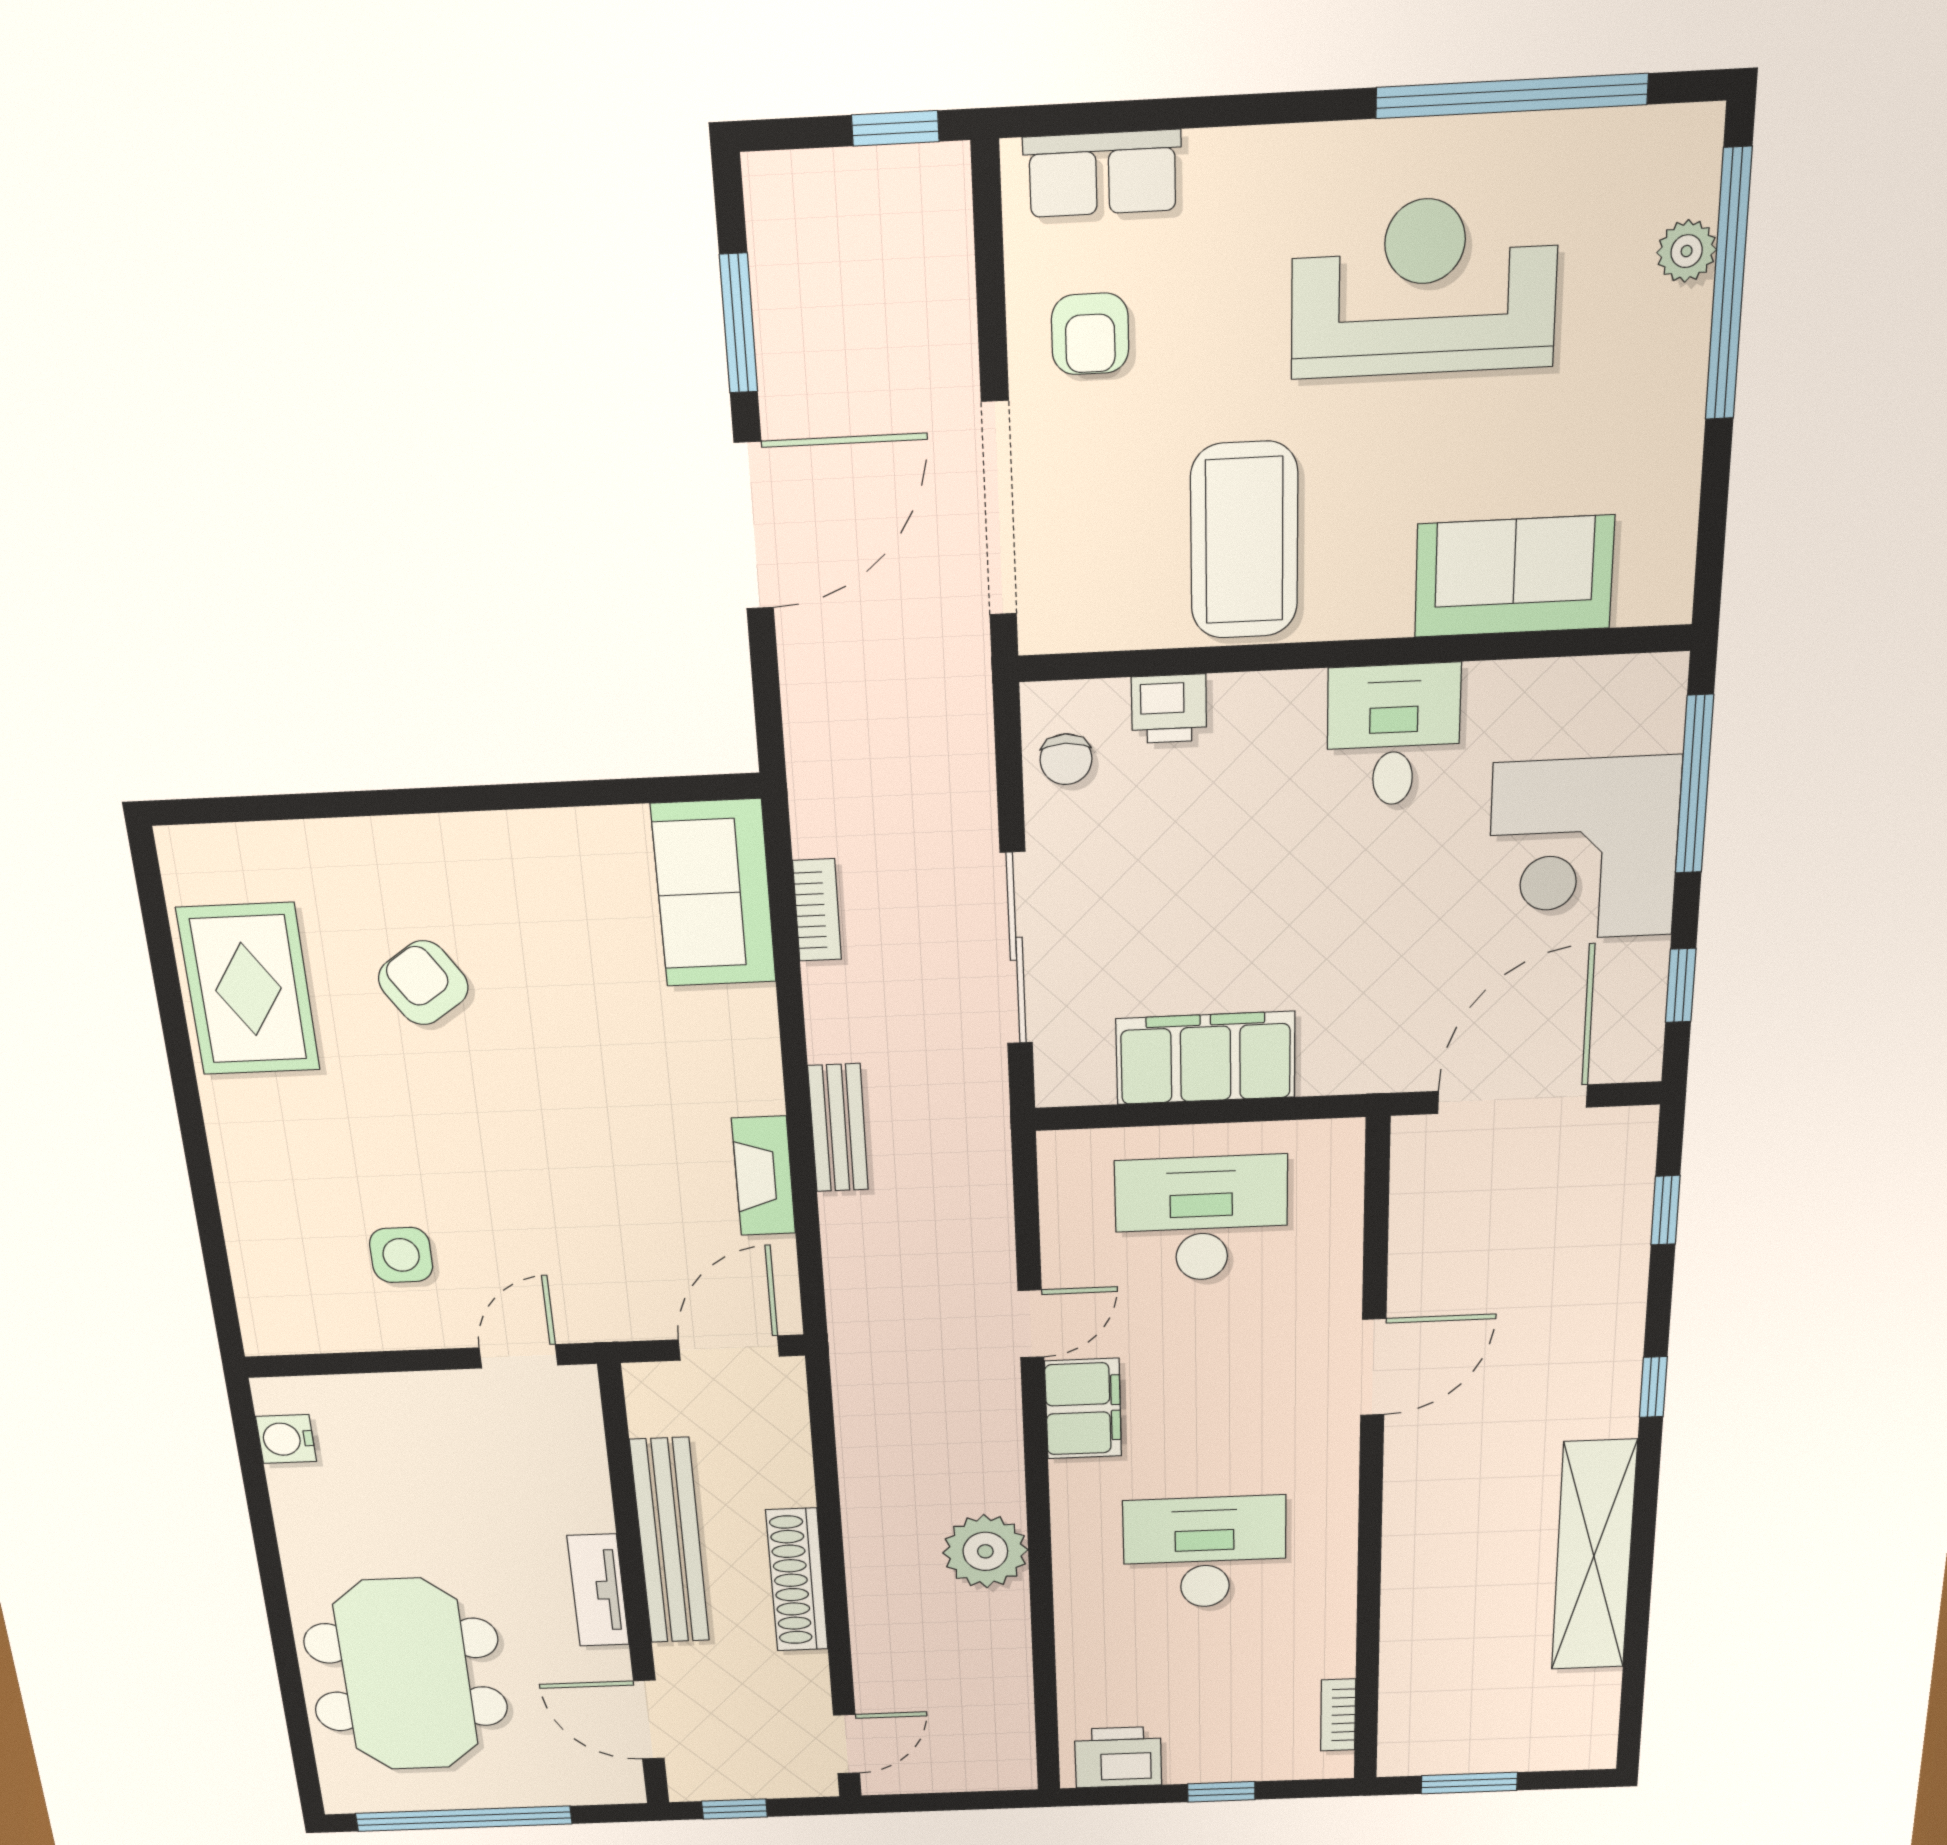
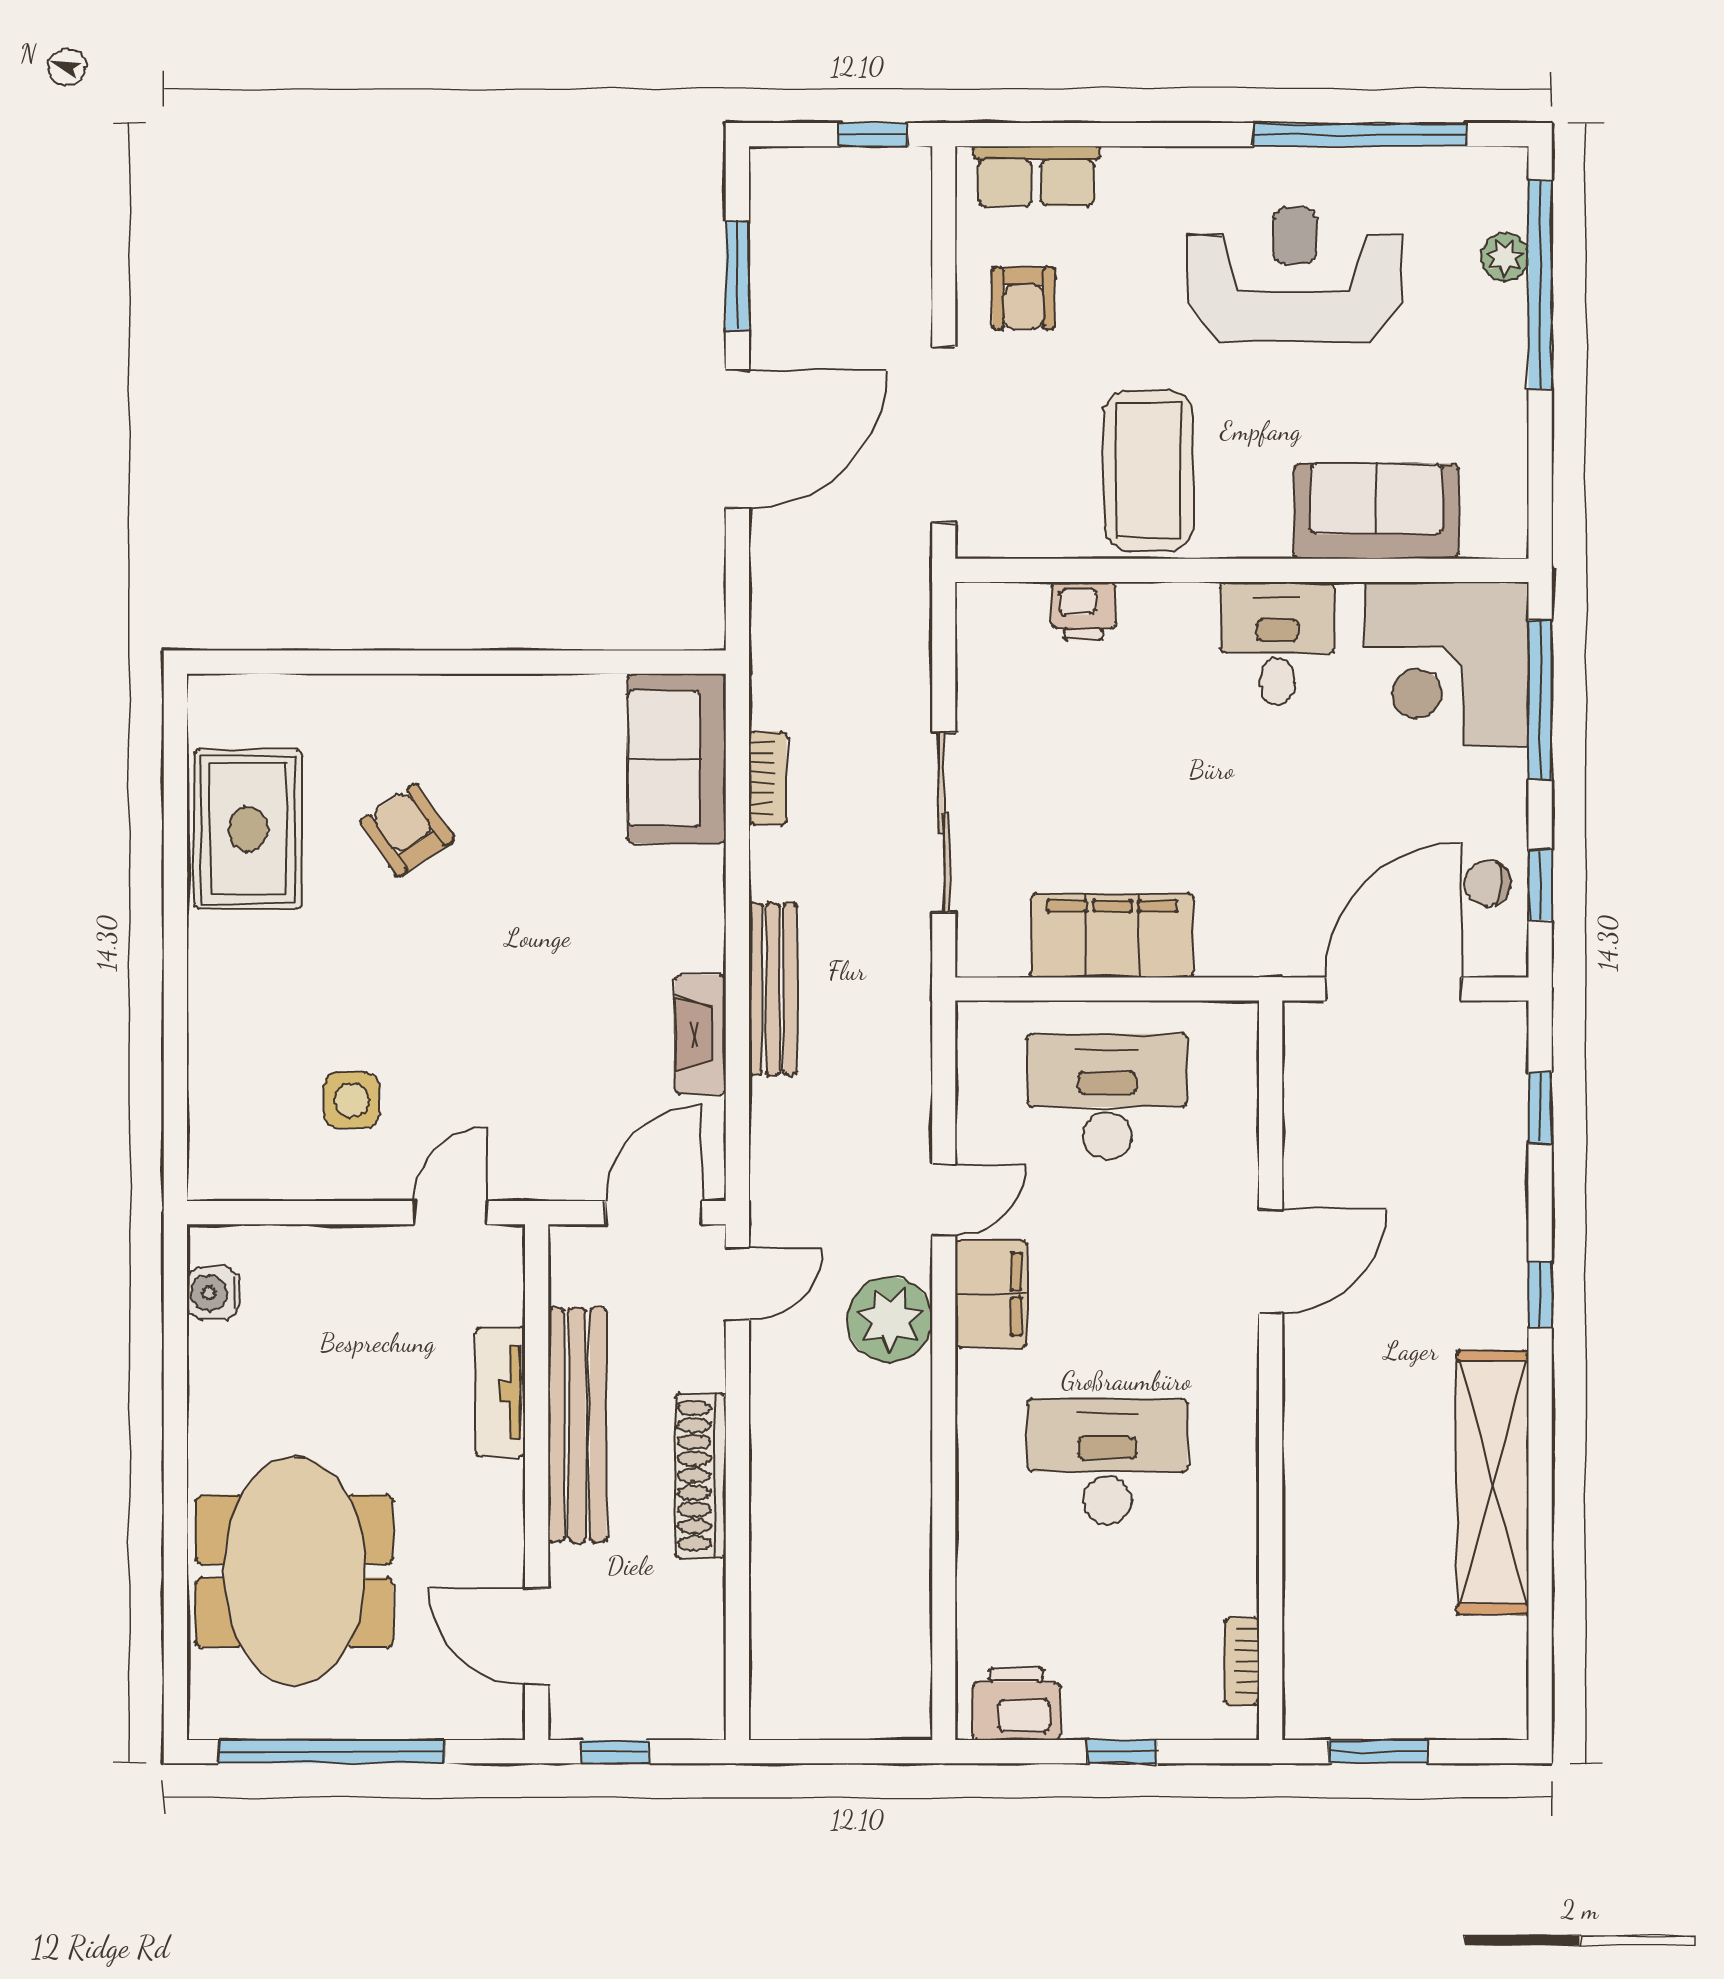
chair: (1066, 759) -> (1488, 883), moved, turned 90
corner desk: (1583, 850) -> (1446, 664), moved
bench: (838, 1128) -> (773, 989), width x1.36
plant: (985, 1551) -> (890, 1320), moved
tv unit: (598, 1590) -> (500, 1392), moved
door: (847, 1744) -> (737, 1284), moved

